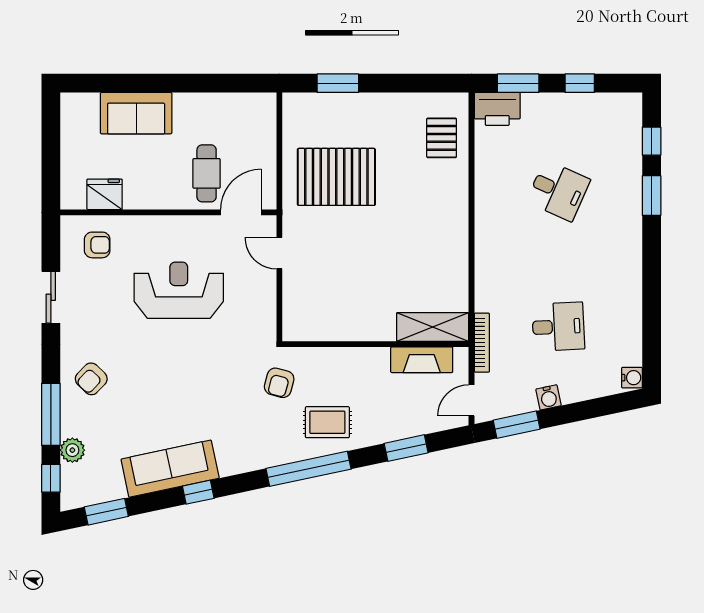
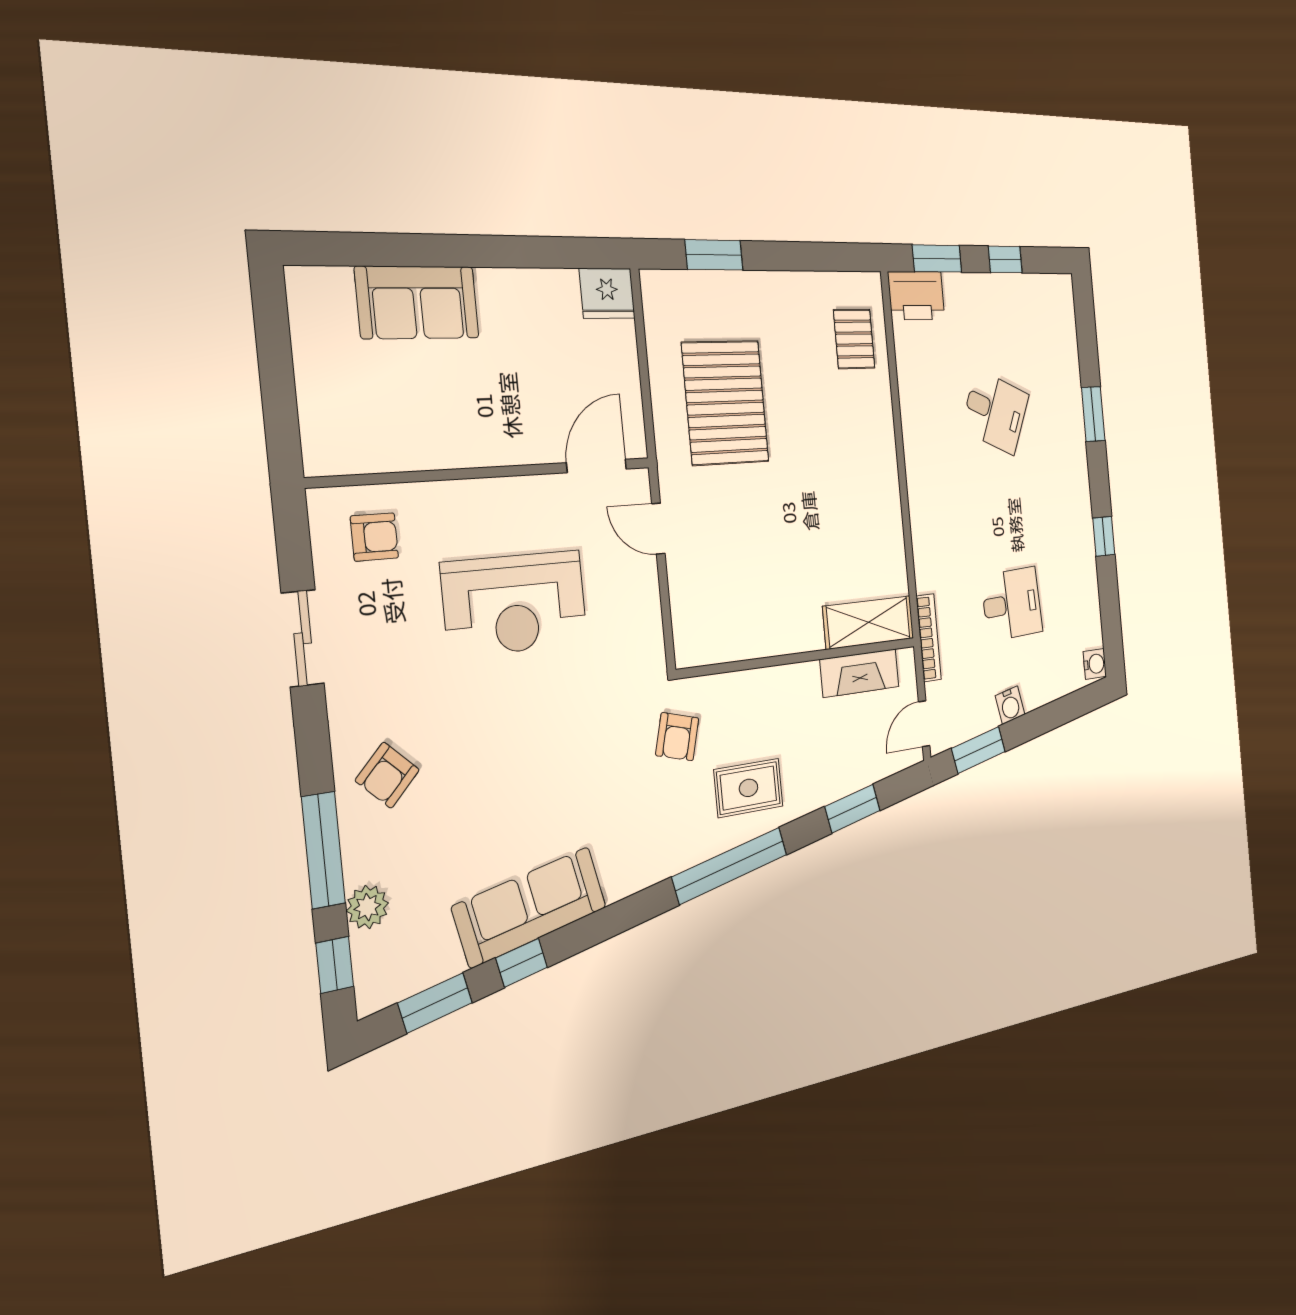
window: (652, 141) -> (1104, 536), moved
cafe table: (207, 173) -> (539, 404), removed
pallet: (336, 177) -> (725, 403), turned 90
fridge: (105, 194) -> (607, 293), moved, turned 180
reception desk: (179, 290) -> (515, 604), turned 180
window: (198, 492) -> (522, 963), moved

